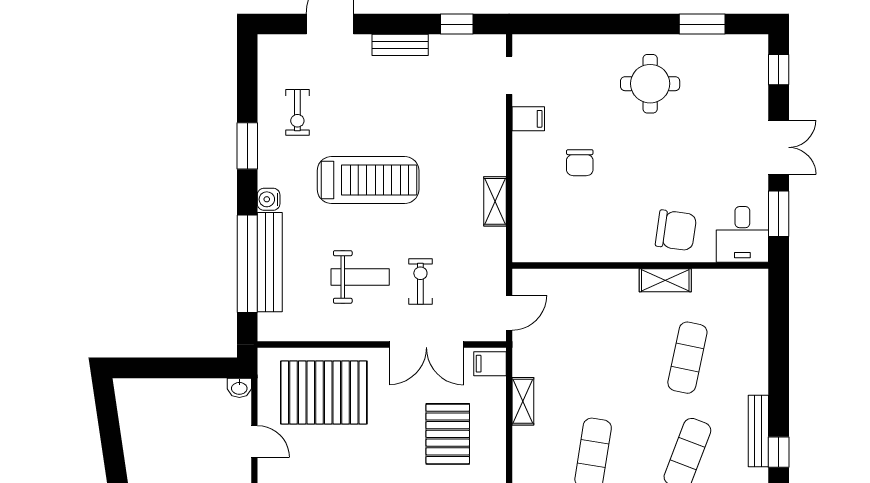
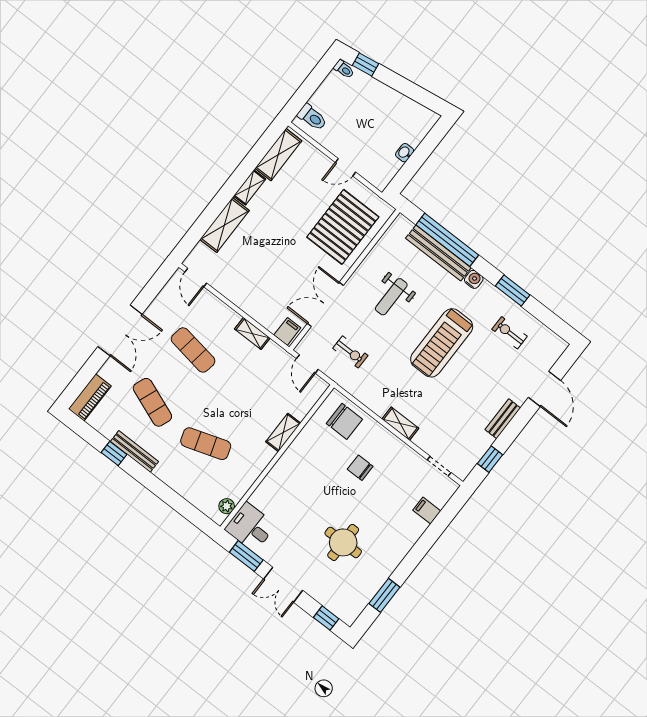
round table: (650, 84) -> (343, 542), moved
filing cabinet: (528, 119) -> (427, 511), moved, turned 90
shelving: (495, 201) -> (400, 424), moved
chair: (676, 230) -> (344, 421), moved, turned -98
plant: (740, 279) -> (227, 506), added
shelving: (665, 280) -> (283, 432), moved
exercise bike: (420, 282) -> (350, 352), moved
exercise mat: (687, 358) -> (206, 444), turned -30
washbasin: (239, 388) -> (405, 153), moved
pallet: (448, 434) -> (266, 278), removed

